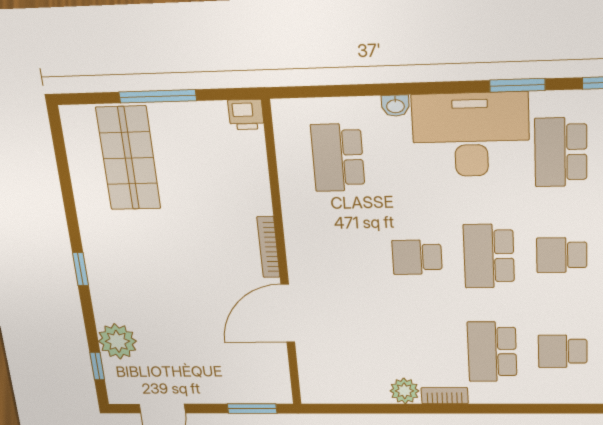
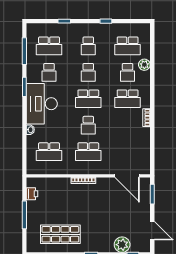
printer: (246, 115) -> (32, 194), moved
school desk: (561, 152) -> (49, 72), width x0.54
shop shelf: (128, 158) -> (60, 234), moved
school desk: (346, 258) -> (88, 152), added
door: (288, 313) -> (127, 176), moved
plant: (404, 391) -> (144, 65), moved

